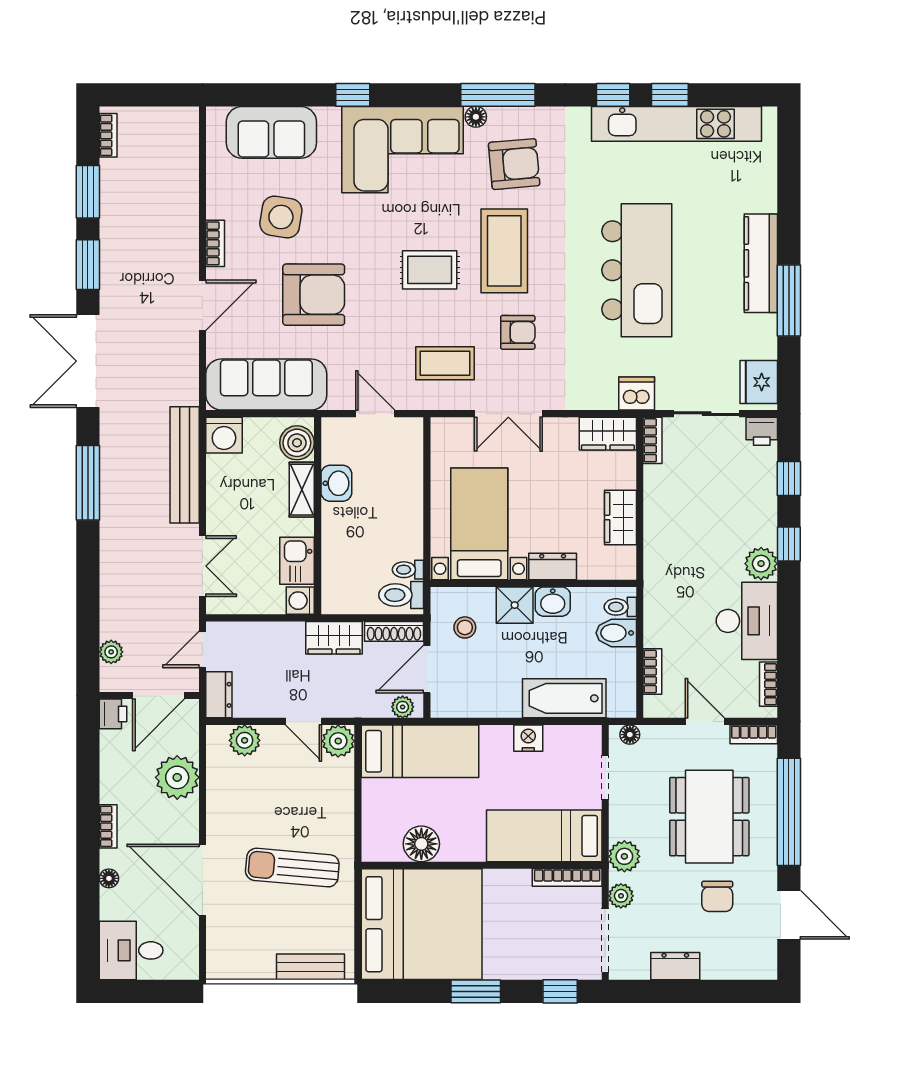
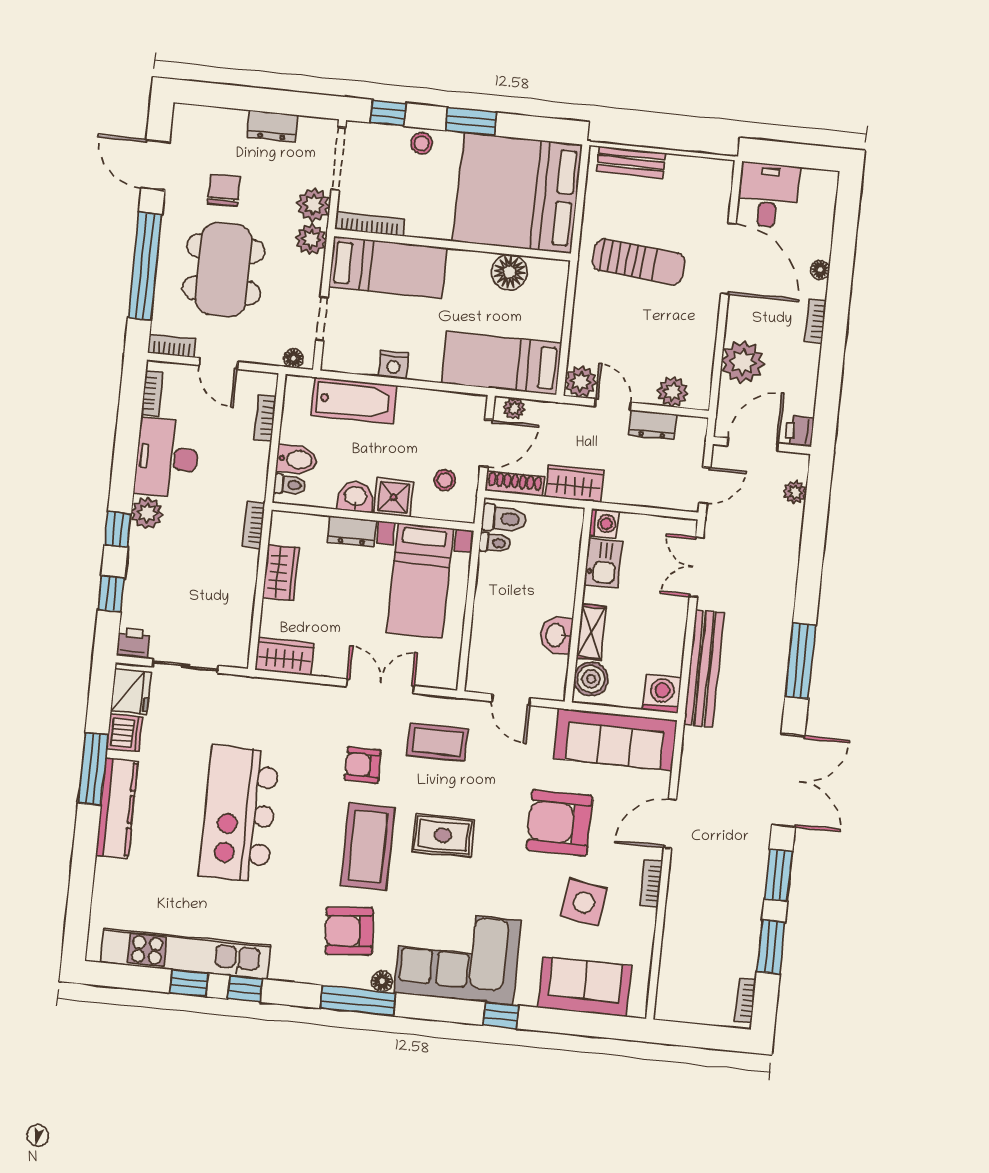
dishwasher: (637, 394) -> (125, 733), moved, turned -90
bookcase: (653, 440) -> (254, 525), moved
dresser: (219, 695) -> (653, 425), moved, turned -90
plant: (621, 896) -> (313, 205), width x1.38, depth x1.38
desk: (131, 950) -> (768, 195), moved, turned -90
stool: (523, 964) -> (422, 143), added

